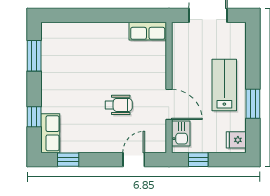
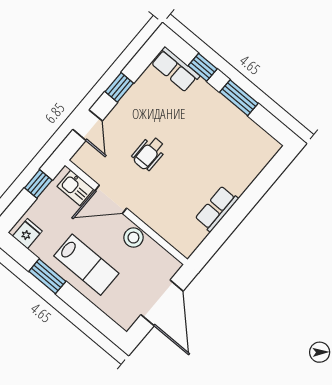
row of seats: (148, 31) -> (217, 209), moved
window: (34, 56) -> (239, 98), moved
stool: (181, 69) -> (133, 238), added
window: (68, 160) -> (119, 87), moved

